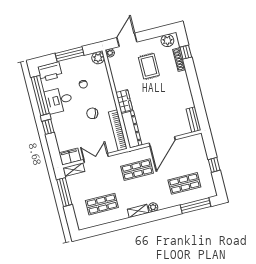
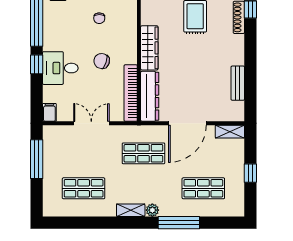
desk: (59, 100) -> (60, 68), moved
wardrobe: (124, 101) -> (149, 48), width x1.50
bench: (194, 120) -> (238, 83), moved
filing cabinet: (70, 157) -> (49, 112), width x0.50
shelving: (74, 170) -> (230, 132), moved
window: (196, 206) -> (179, 223), moved

